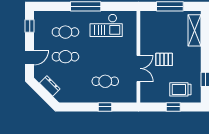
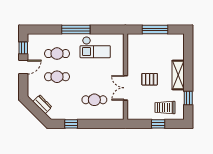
shelving: (194, 30) -> (178, 75), moved
door: (30, 58) -> (23, 67), moved
double door: (138, 68) -> (125, 88), swing flipped
window: (105, 107) -> (71, 124), moved

